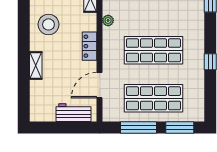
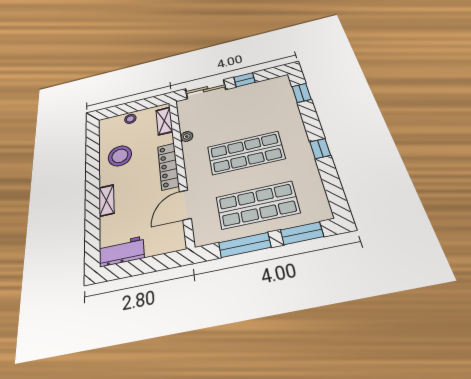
locker: (89, 46) -> (168, 166), width x1.53
workbench: (73, 113) -> (121, 251), moved

